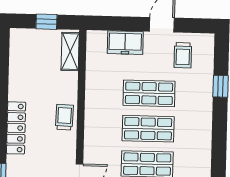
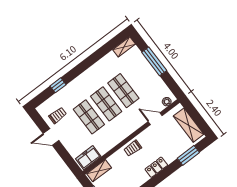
freezer: (125, 43) -> (88, 158), moved, turned -90
locker: (16, 128) -> (156, 167), width x0.66

